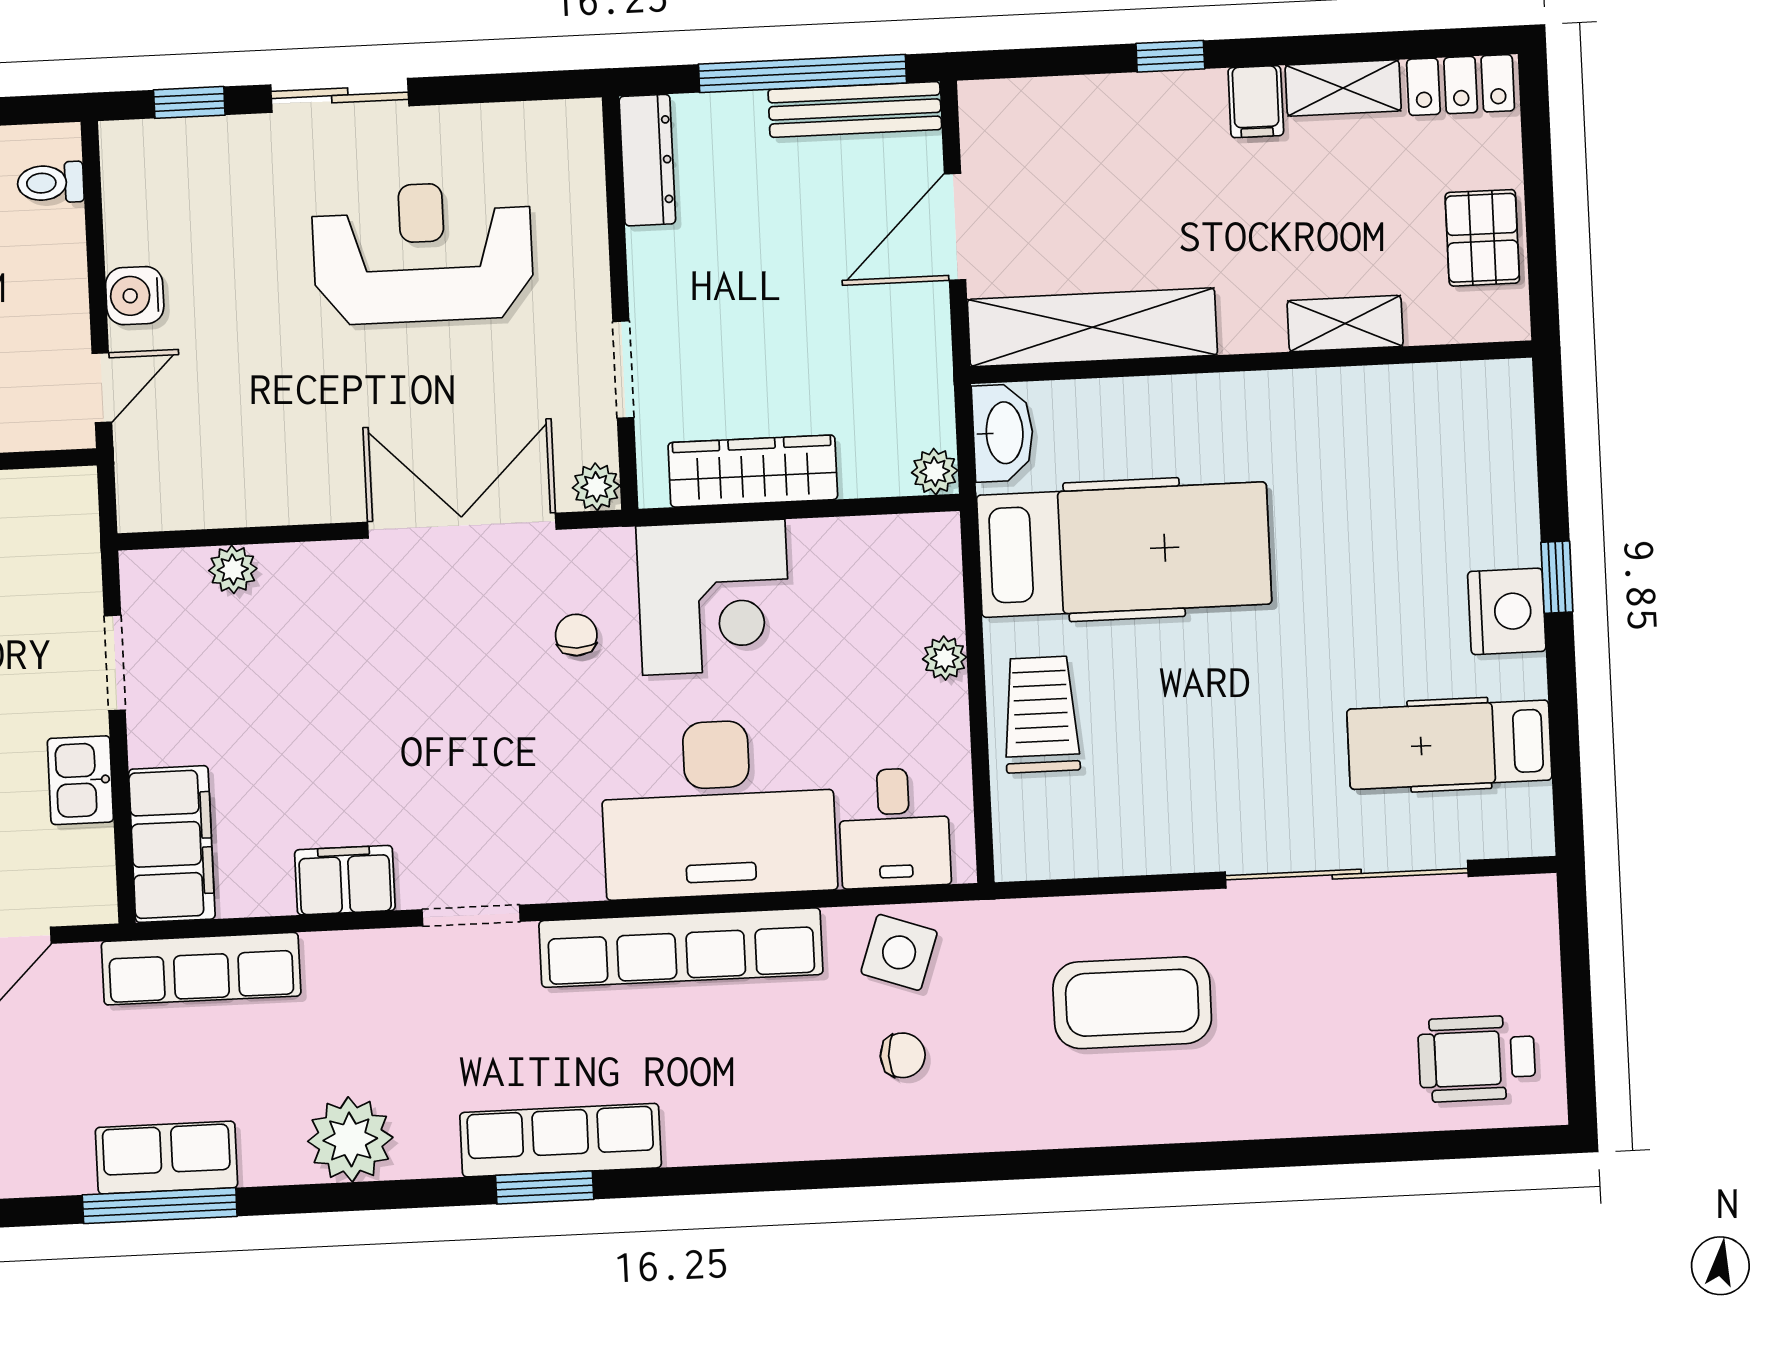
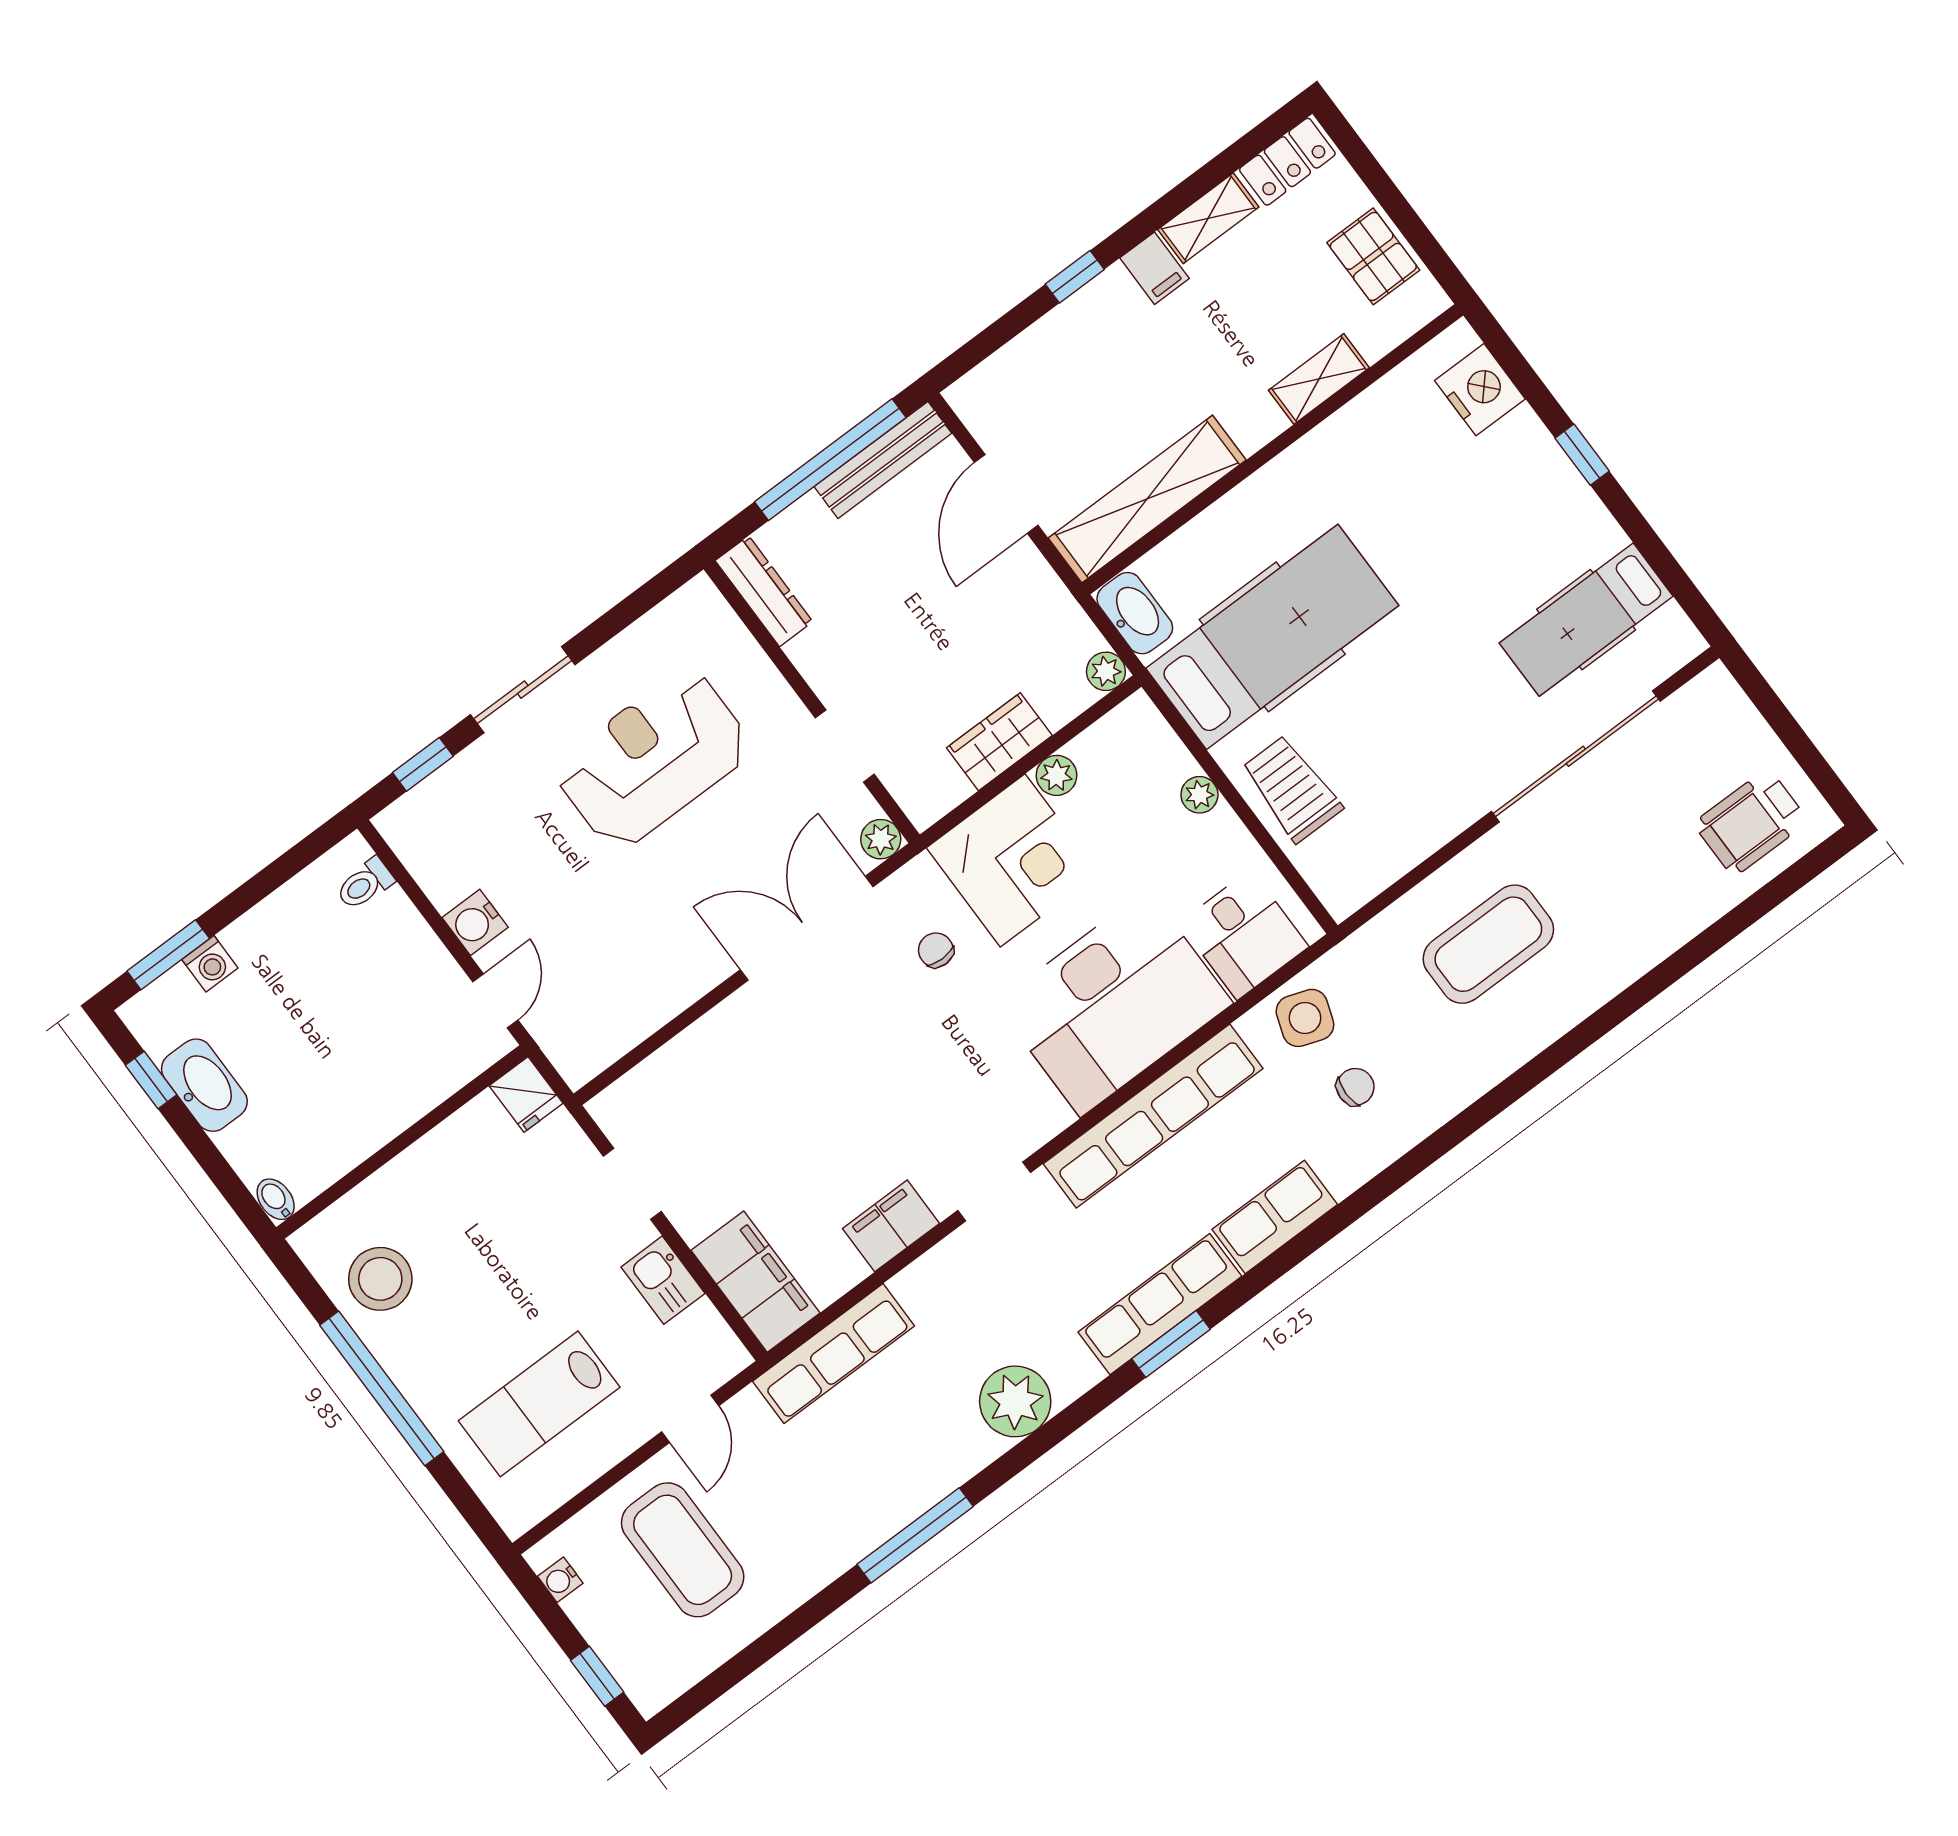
wardrobe: (753, 471) -> (999, 742), width x0.67
fridge: (69, 502) -> (526, 1094), added
plant: (233, 569) -> (1056, 775), moved
nightstand: (1507, 611) -> (1480, 390), moved
row of seats: (167, 1158) -> (1275, 1217), moved

